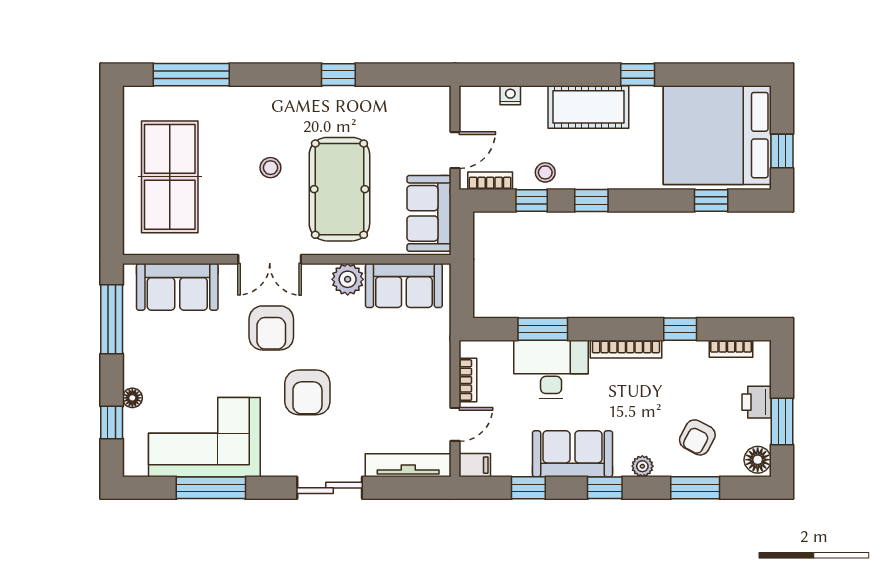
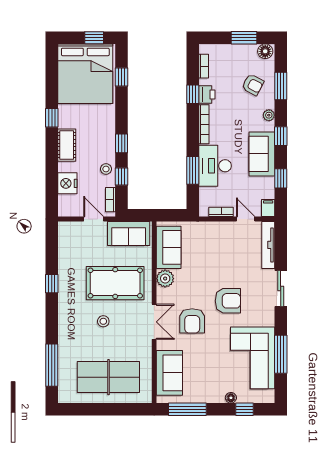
nightstand: (510, 95) -> (67, 183), width x1.89, depth x1.79
cot: (588, 107) -> (67, 145), width x0.73, depth x0.75
armchair: (271, 328) -> (192, 321), turned 90
printer: (757, 402) -> (207, 95), moved, turned -90

